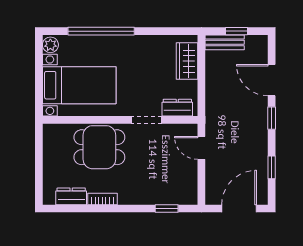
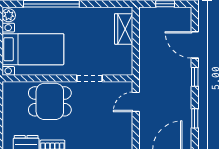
bench: (225, 42) -> (155, 13), removed
dresser: (177, 108) -> (115, 68), removed
door: (201, 148) -> (136, 102), hinge flipped

